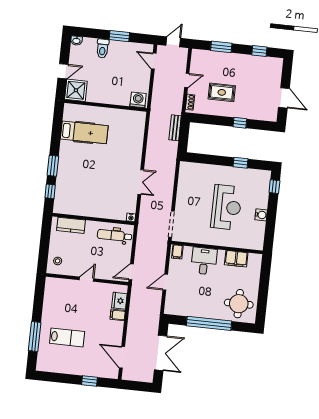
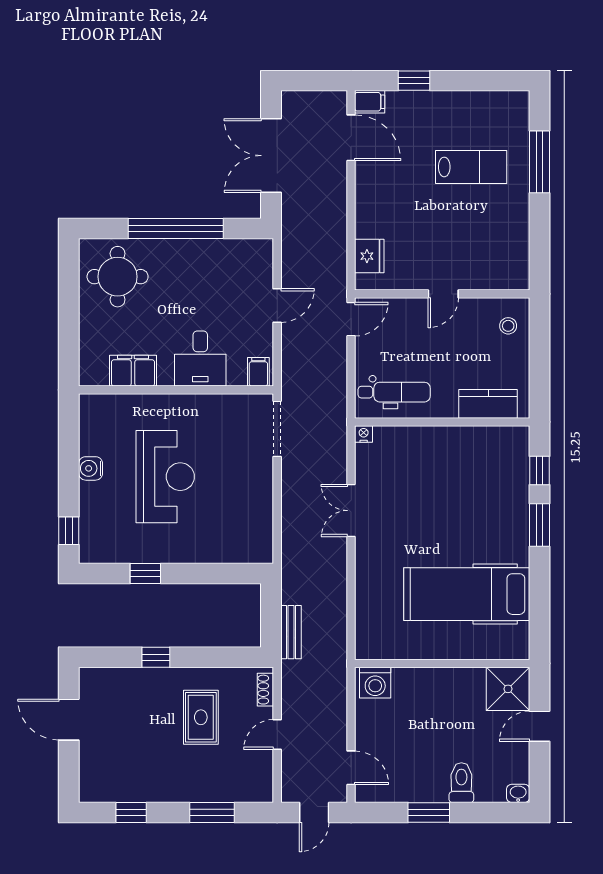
rug: (222, 92) -> (201, 717), turned 90
hospital bed: (84, 132) -> (467, 594), width x1.37, depth x1.29
reception desk: (226, 207) -> (165, 477), turned 180
filing cabinet: (118, 315) -> (370, 102), moved
lab bench: (67, 337) -> (471, 167), turned 180

